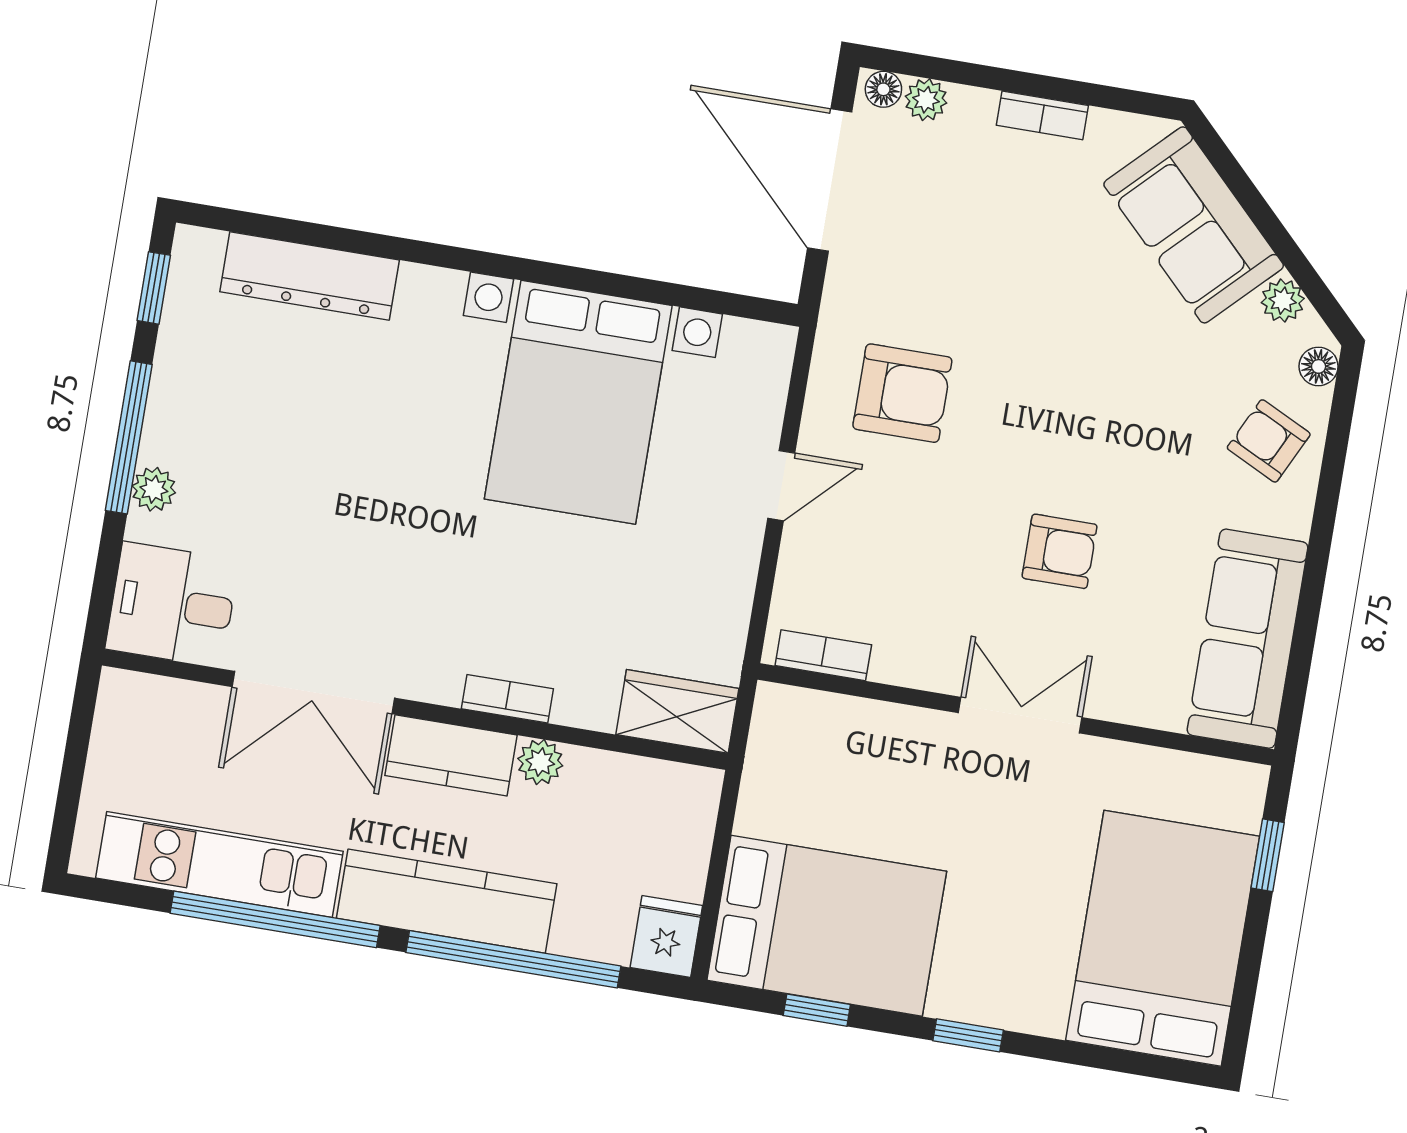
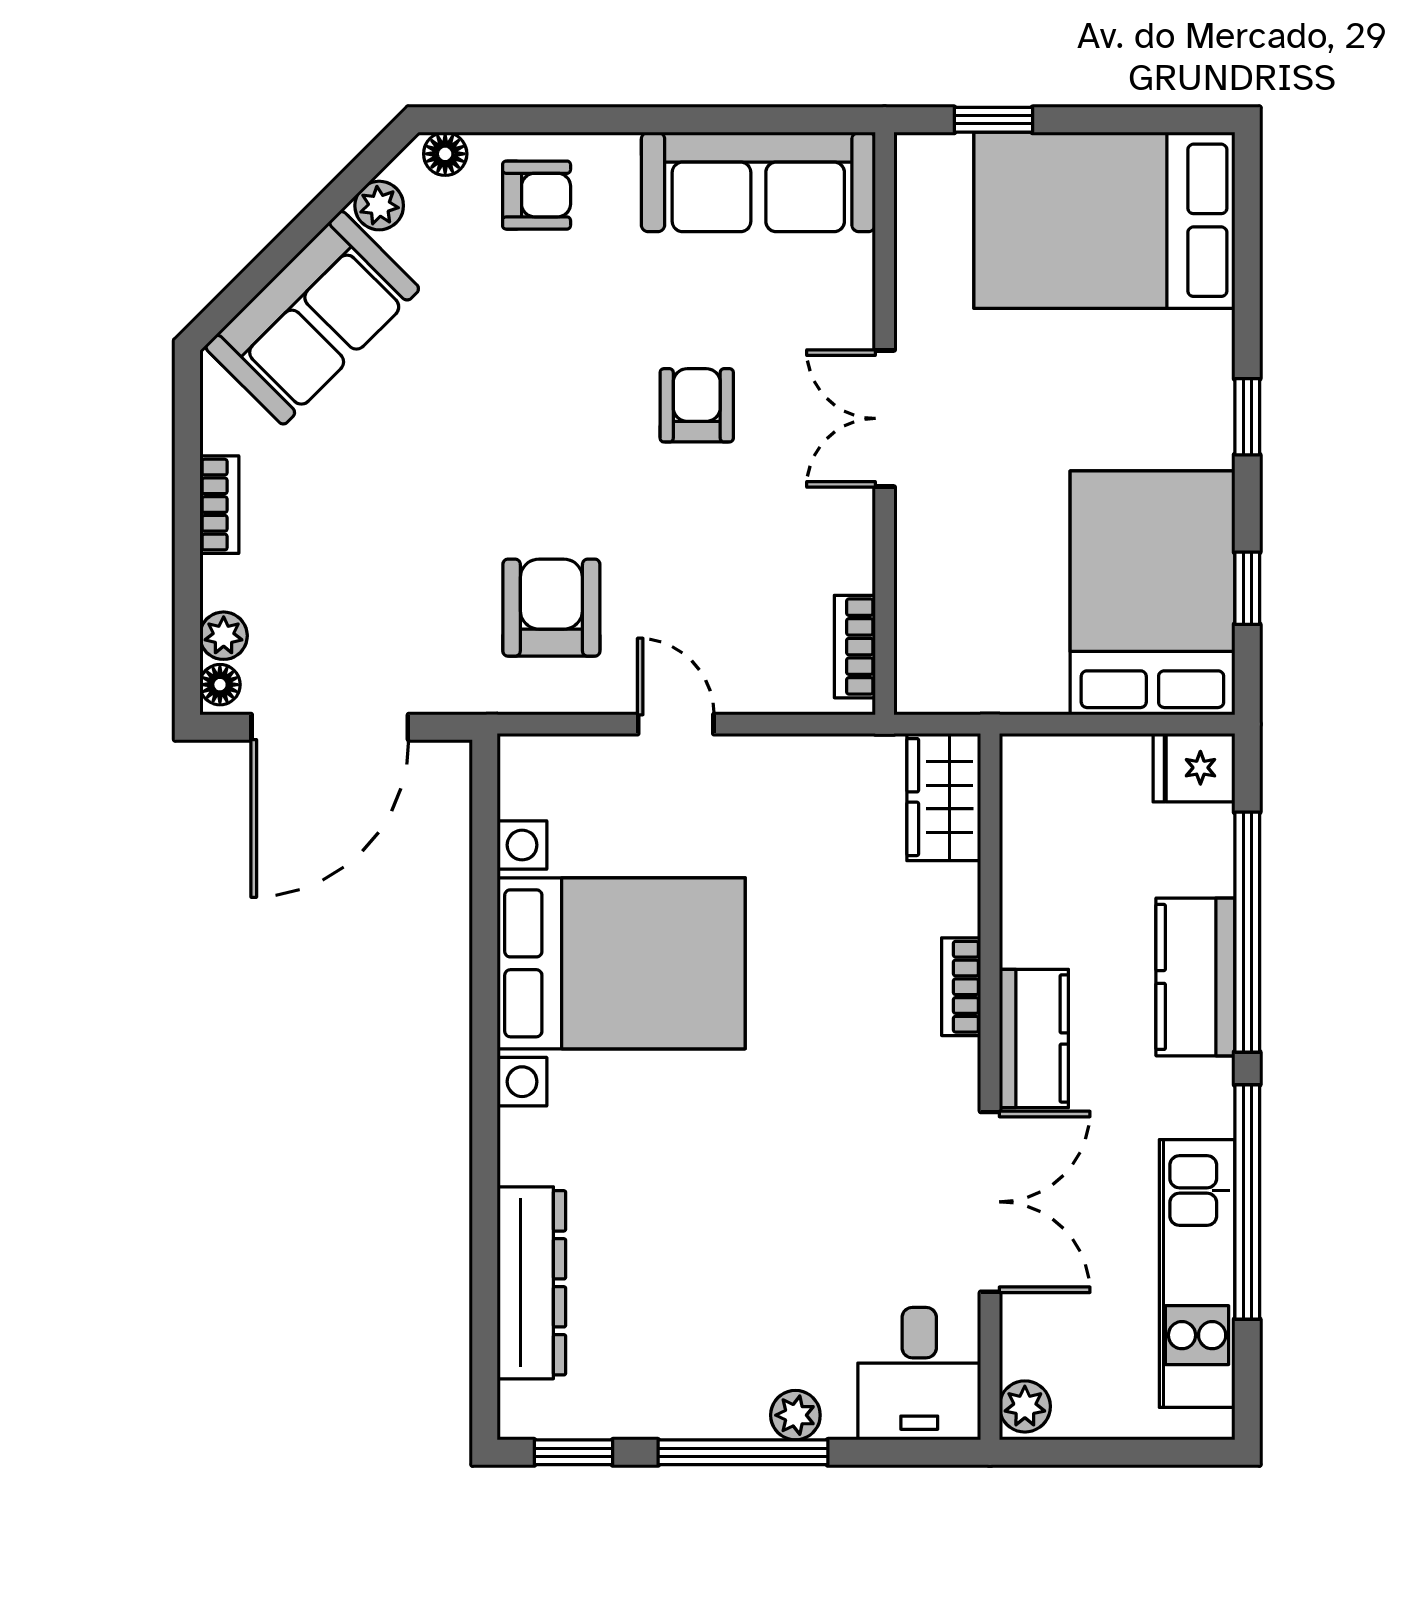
armchair: (1269, 441) -> (537, 195), turned -116
plant: (540, 762) -> (1025, 1406), moved
kitchen counter: (447, 901) -> (1195, 977), width x0.67

